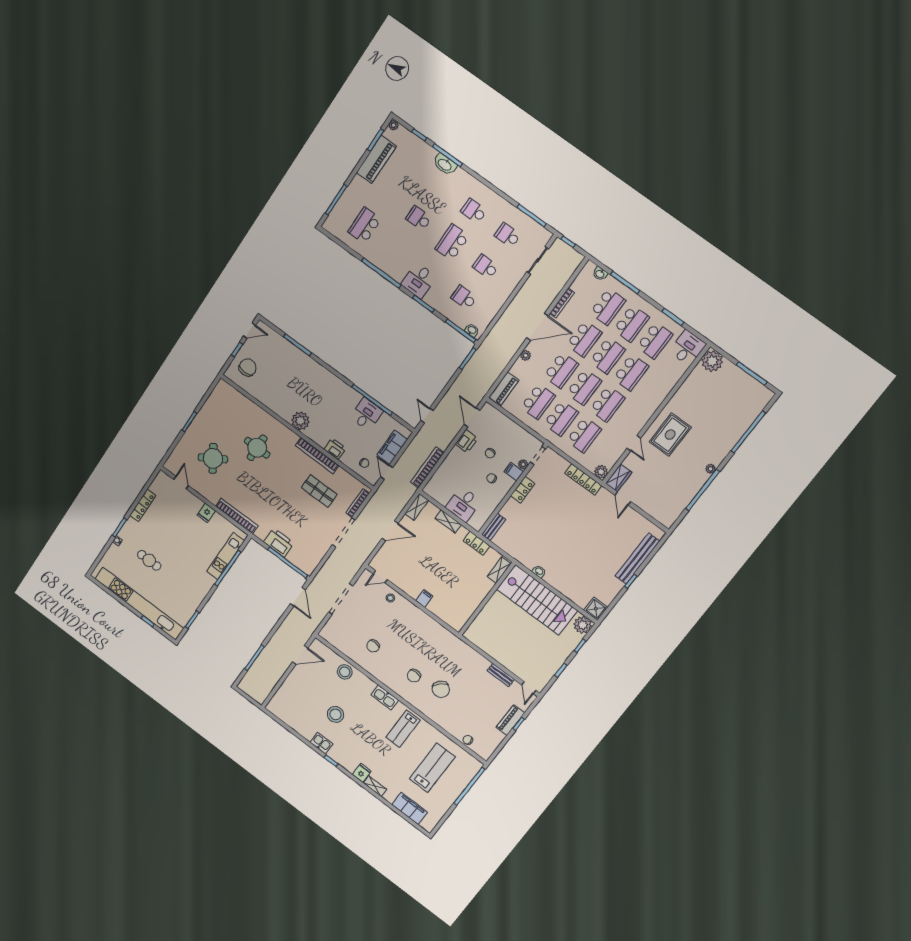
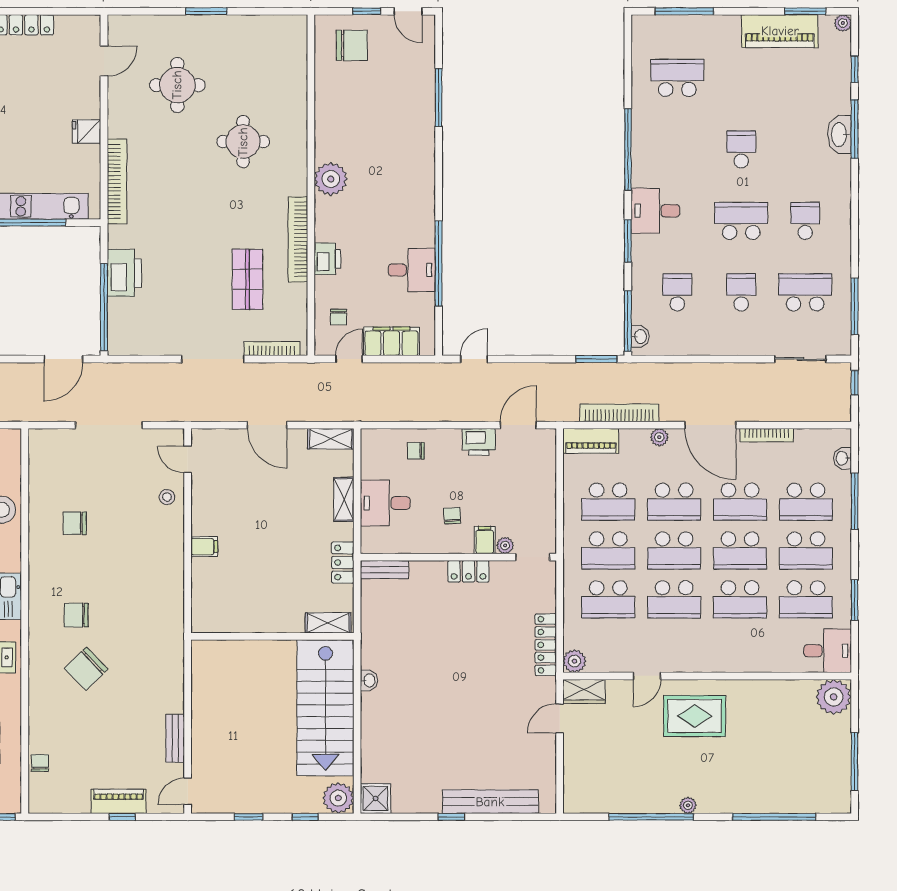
school desk: (508, 235) -> (805, 292), width x1.85
chair: (490, 453) -> (416, 451), moved
round table: (213, 458) -> (177, 85), turned 32
bookcase: (427, 467) -> (619, 413), moved

